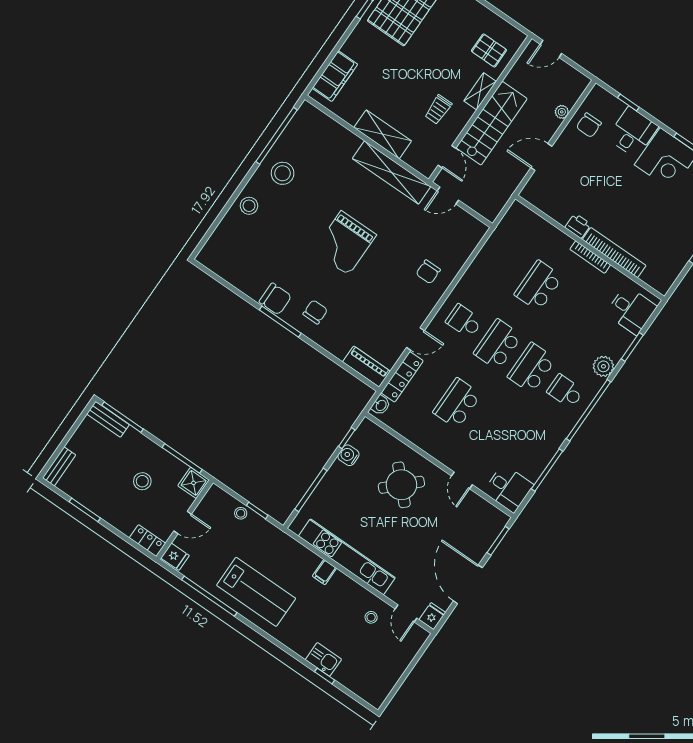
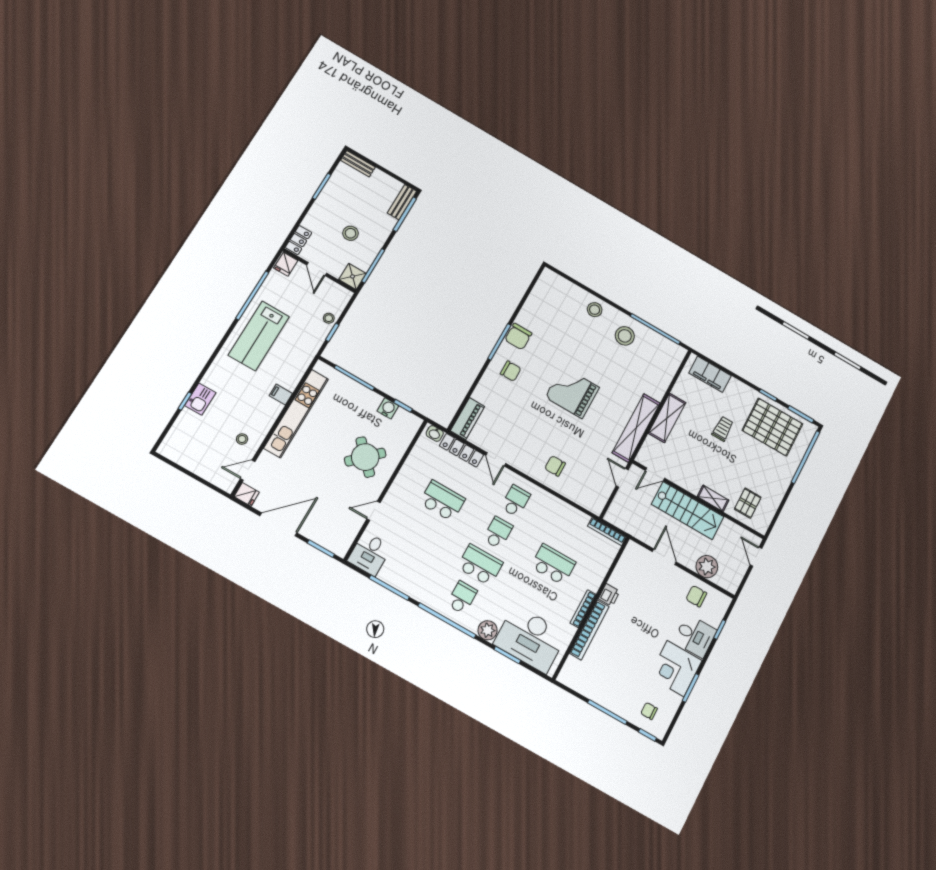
trolley: (438, 109) -> (723, 429), moved, turned 90
plant: (562, 112) -> (707, 567), width x1.88, depth x1.88
bookcase: (507, 220) -> (607, 532), added
desk: (631, 310) -> (530, 639), width x1.87, depth x1.30
school desk: (498, 345) -> (498, 533), width x0.54

